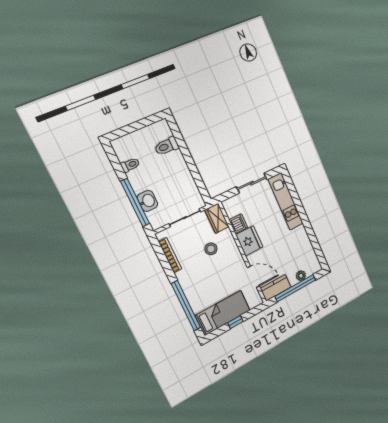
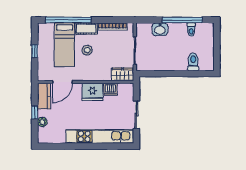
kitchen unit: (286, 201) -> (100, 136), width x1.36
window: (135, 203) -> (182, 20), moved
stool: (211, 249) -> (87, 50), moved
cot: (186, 282) -> (86, 29), added
window: (295, 288) -> (35, 112), width x0.32
bed: (223, 313) -> (65, 45), moved

